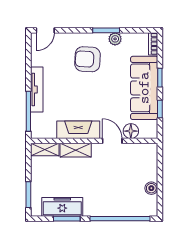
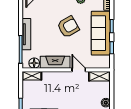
armchair: (88, 59) -> (68, 27), moved, turned 147
floor lamp: (131, 131) -> (34, 63), moved
shelving: (76, 150) -> (99, 76), moved

